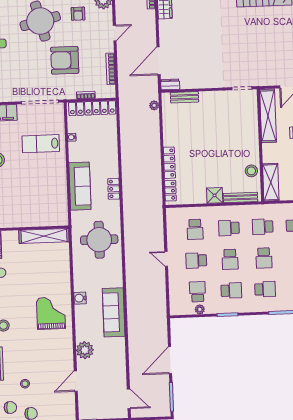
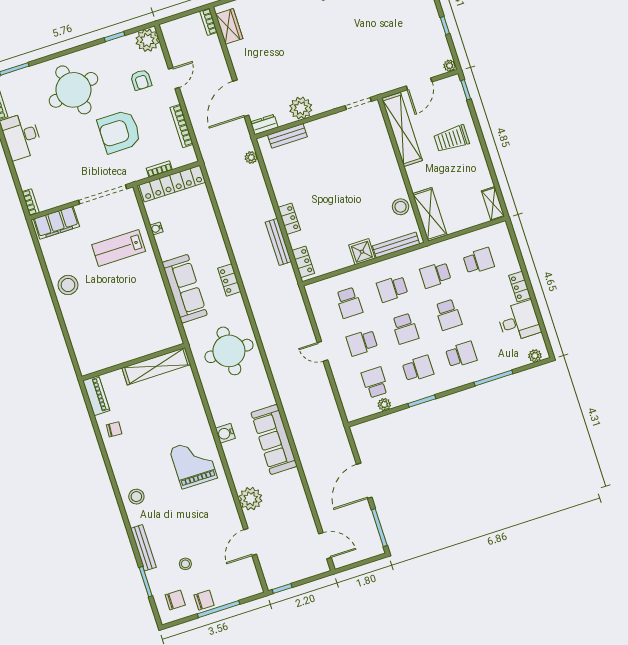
armchair: (78, 14) -> (141, 80), moved
plant: (200, 80) -> (301, 108), added
locker: (169, 163) -> (289, 219), width x0.66
bench: (157, 171) -> (278, 242), added

